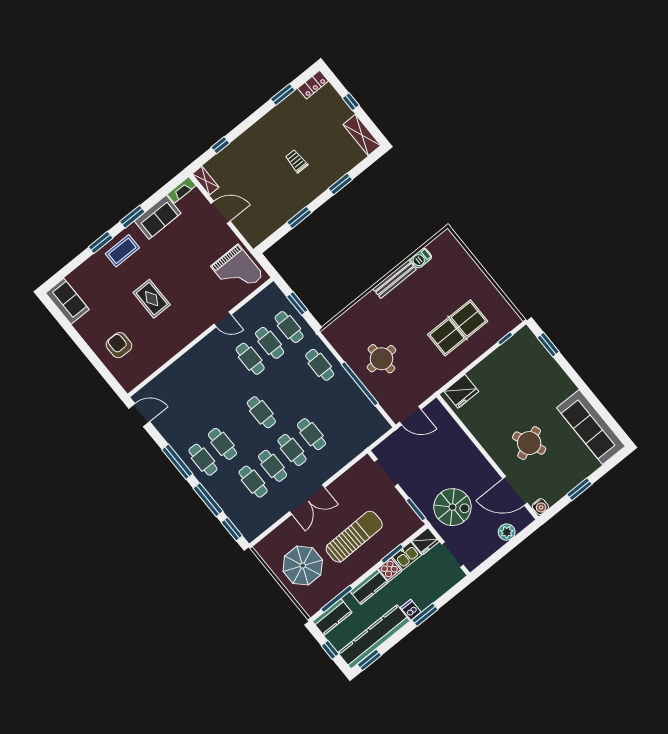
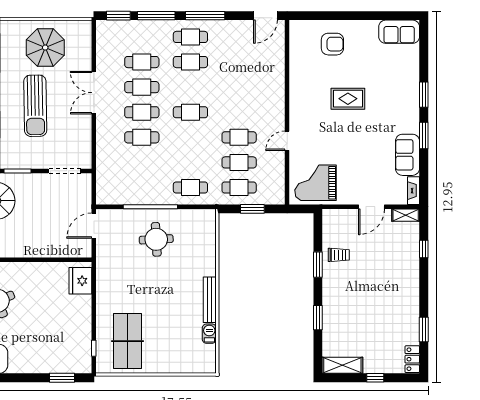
trolley: (297, 161) -> (339, 255), moved
coffee table: (122, 251) -> (404, 106), removed
table tennis table: (458, 328) -> (128, 341), moved

